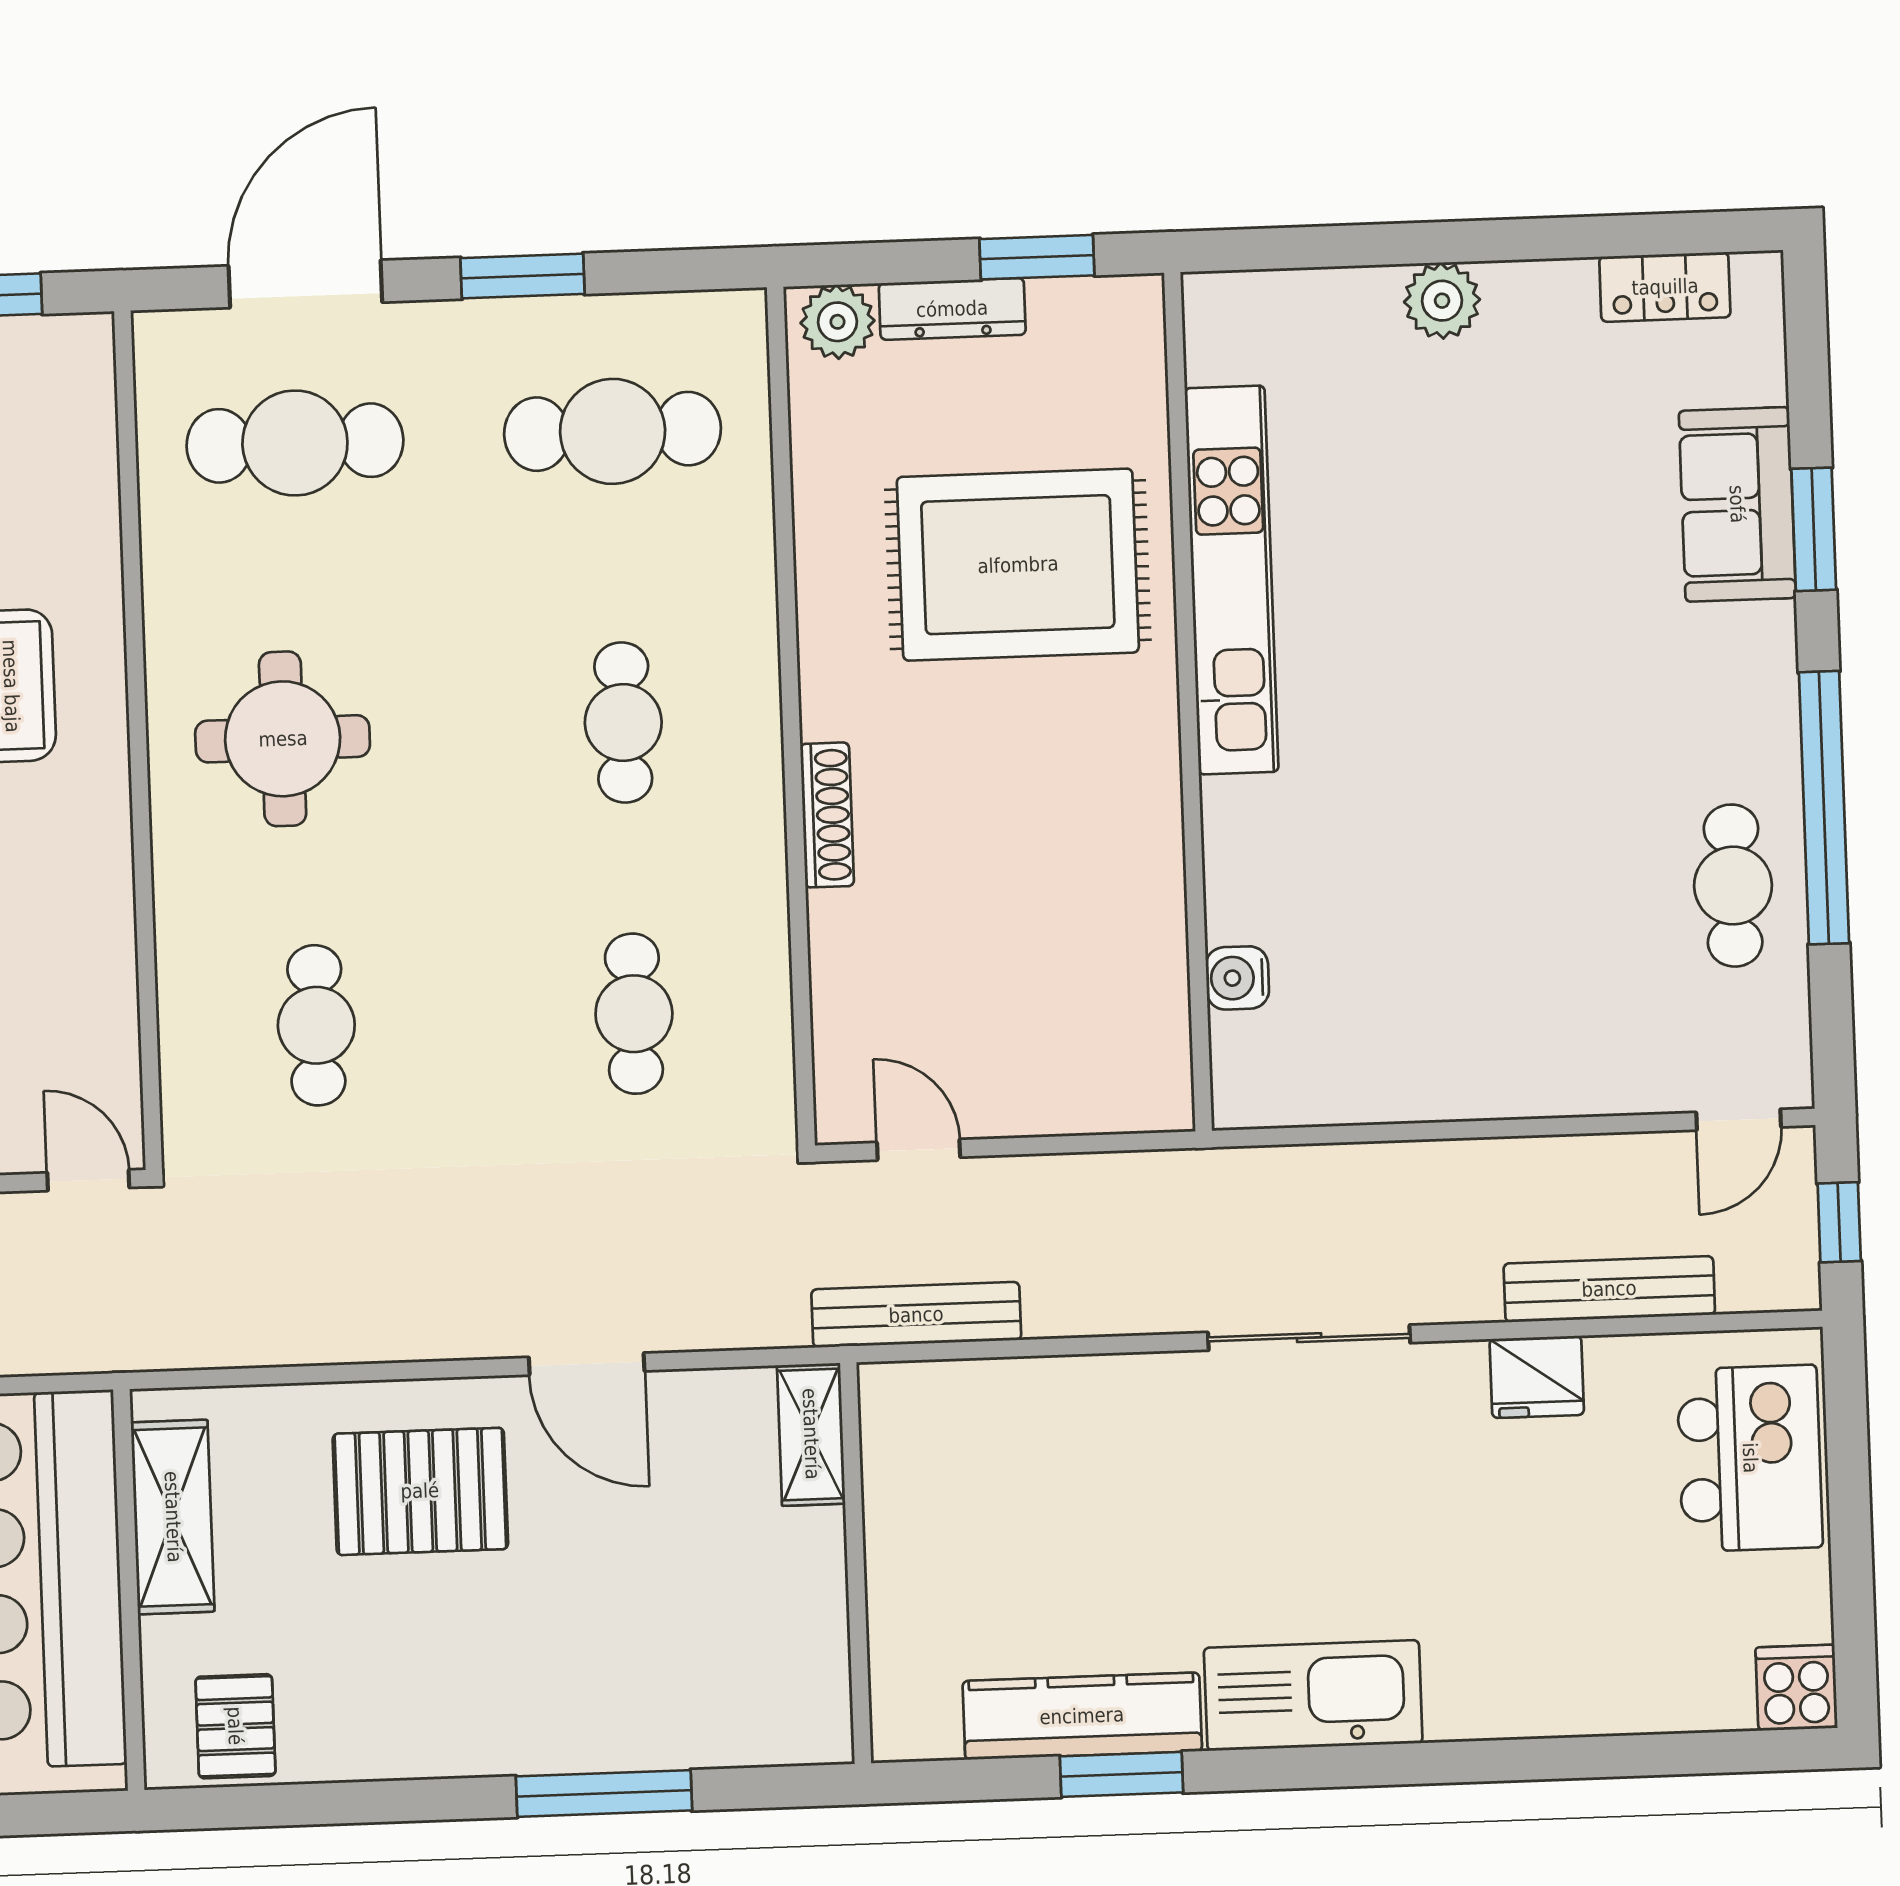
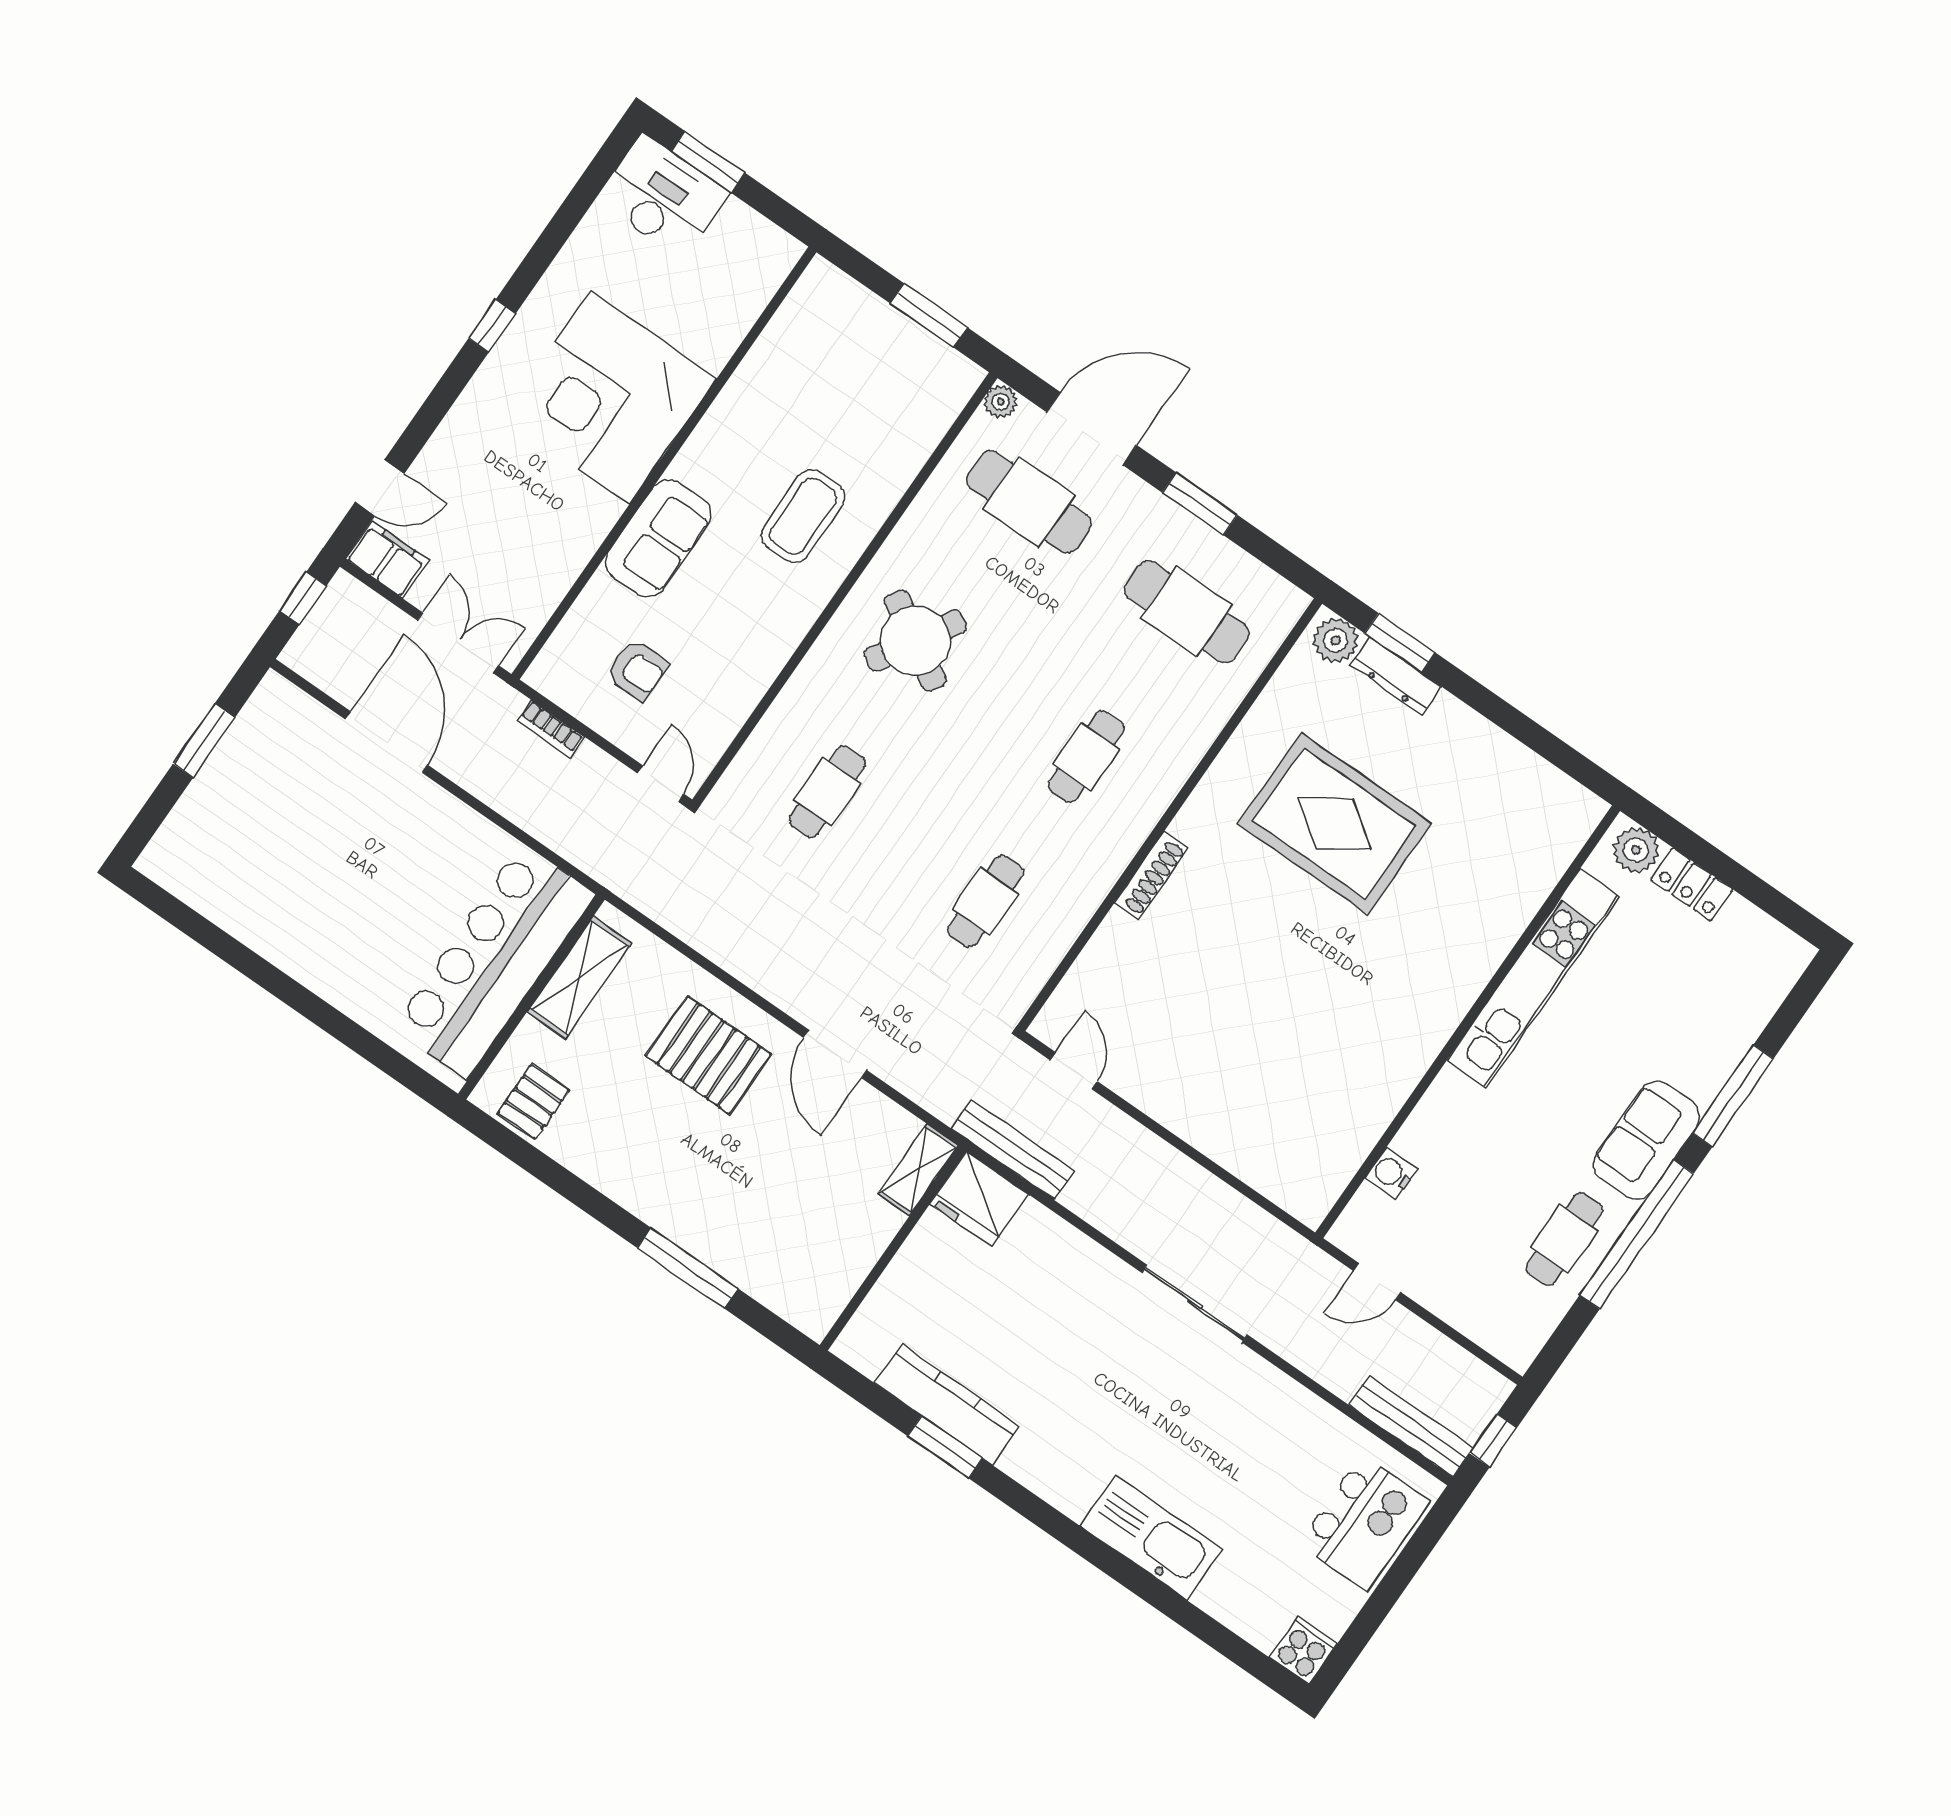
window: (1037, 257) -> (1400, 643), moved
locker: (1665, 287) -> (1692, 885), moved
plant: (158, 339) -> (1001, 402), added
sofa: (1737, 504) -> (1646, 1140), moved
window: (1814, 529) -> (1733, 1096), width x1.44
kitchen unit: (1232, 580) -> (1533, 979), moved
wall: (1188, 702) -> (1468, 1022), moved
round table: (283, 739) -> (915, 641), turned 31
water cooler: (1237, 978) -> (1391, 1173), moved
door: (1739, 1120) -> (1377, 1282), moved
bench: (1609, 1289) -> (1411, 1426), moved
fridge: (1537, 1377) -> (979, 1199), moved, width x1.36, depth x1.34
kitchen sink: (1313, 1695) -> (1151, 1537), moved

